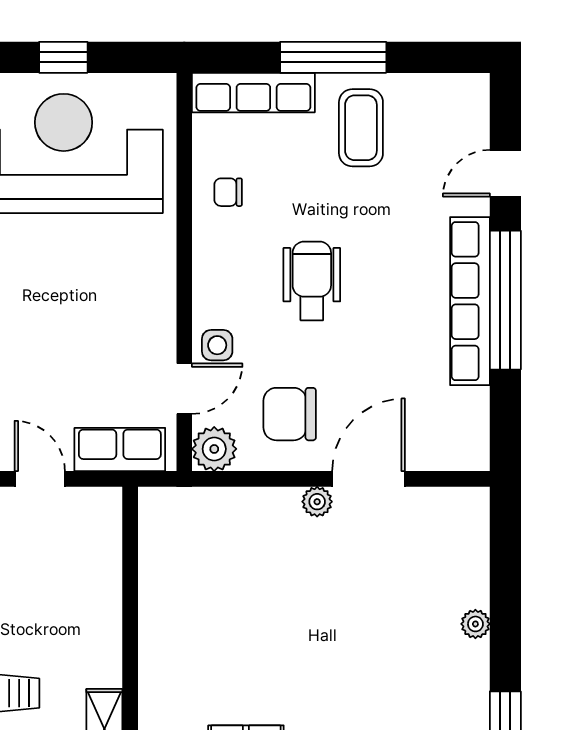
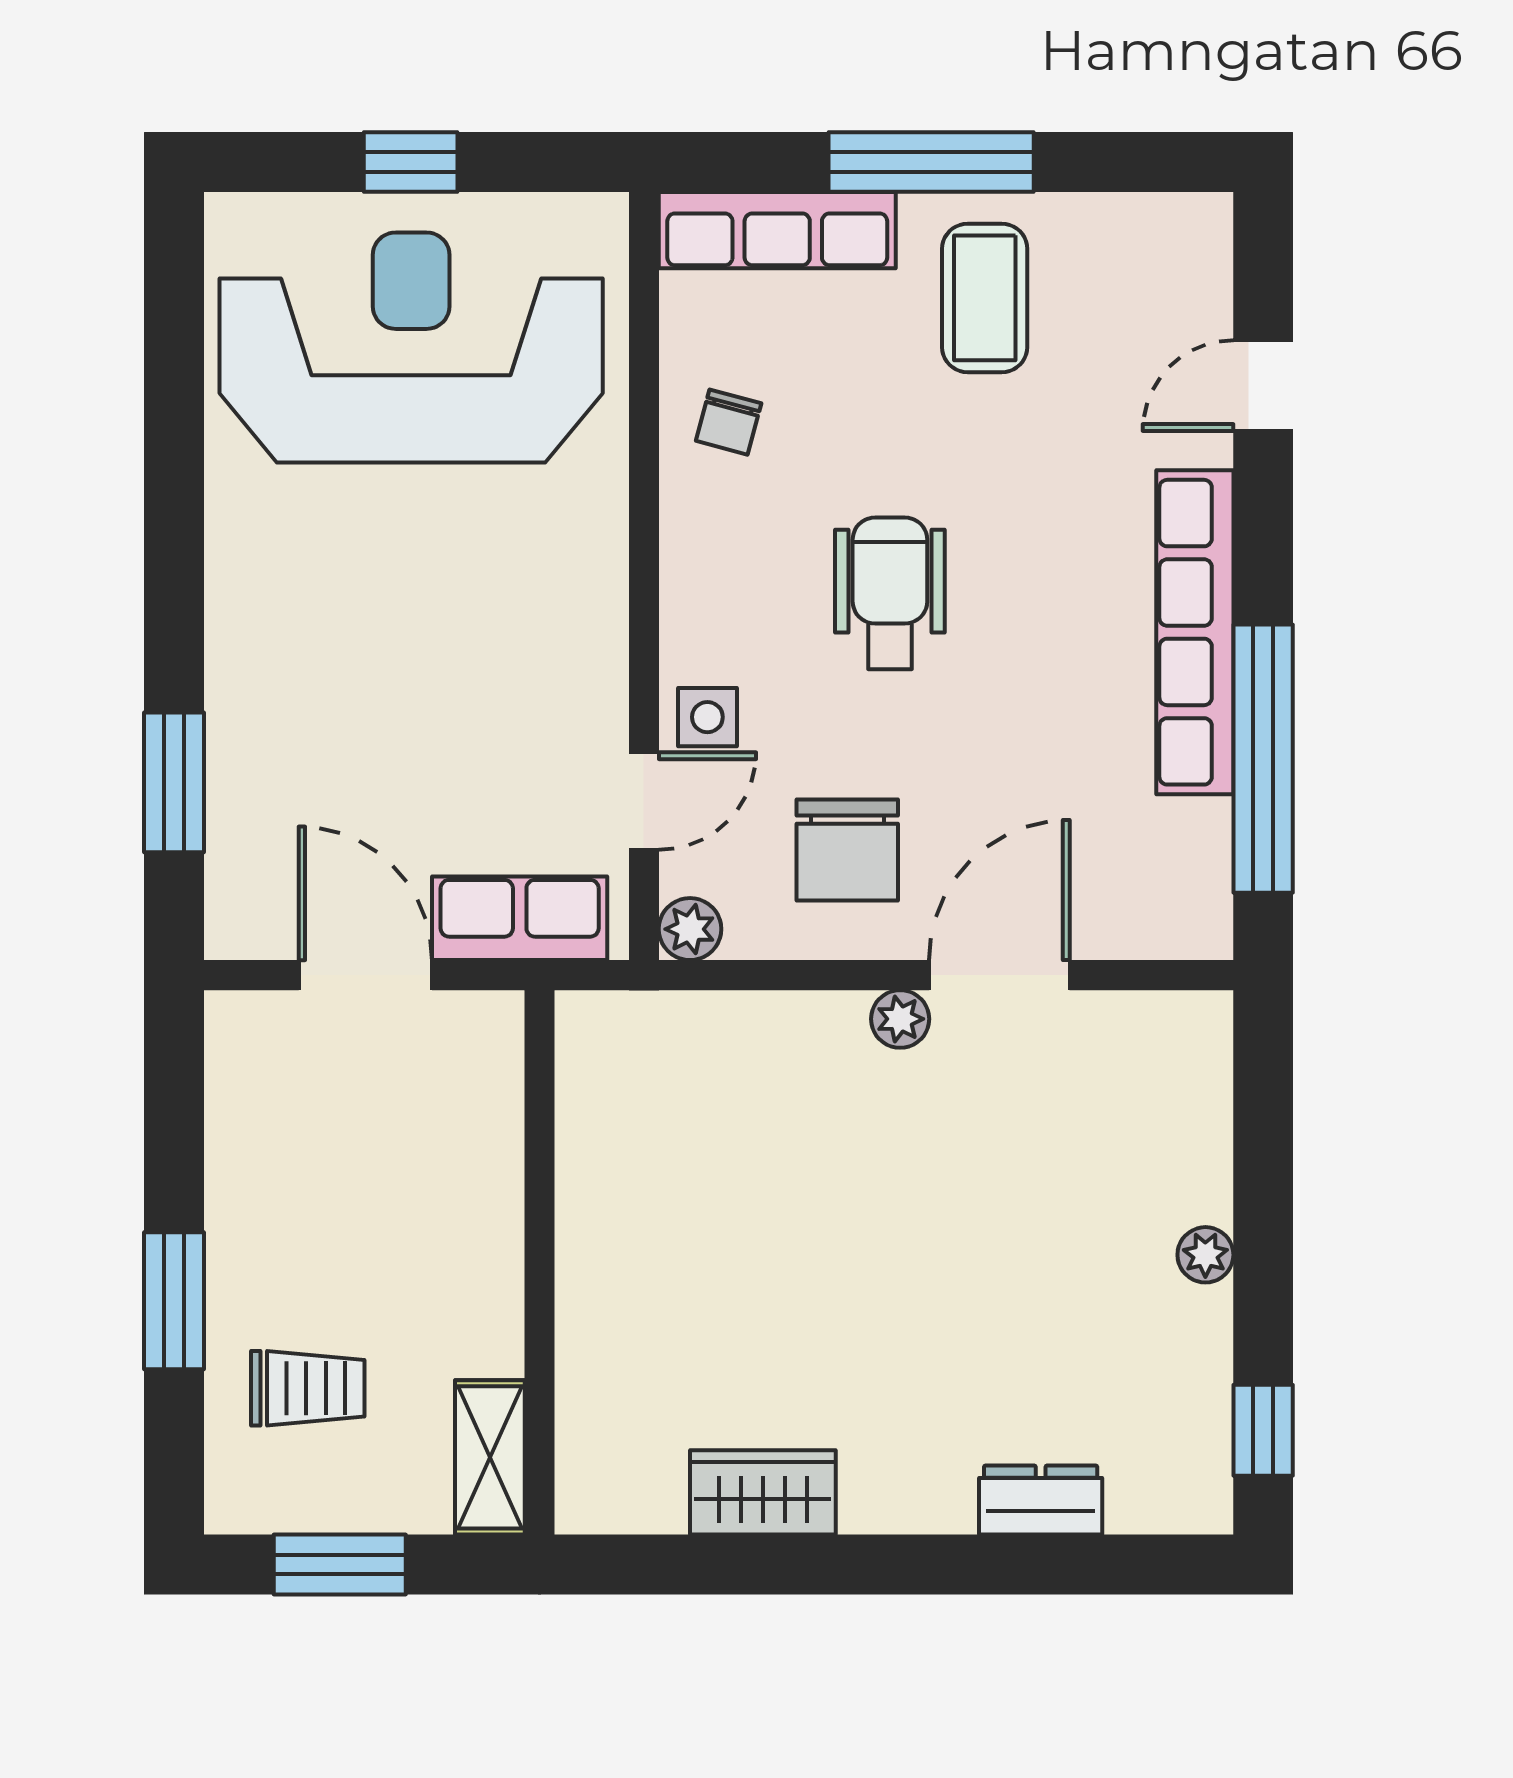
chair: (228, 192) -> (729, 422), turned -75
window: (505, 300) -> (1263, 759), moved
chair: (290, 414) -> (847, 850), turned -90
plant: (214, 449) -> (690, 929), width x0.73, depth x0.73
door: (40, 479) -> (365, 975), width x1.38

